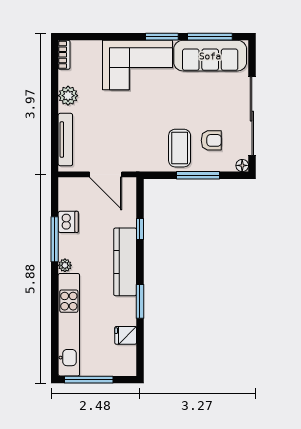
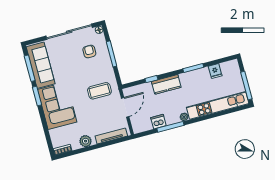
coffee table: (180, 148) -> (99, 91), moved
kitchen counter: (125, 262) -> (166, 84), width x0.67

